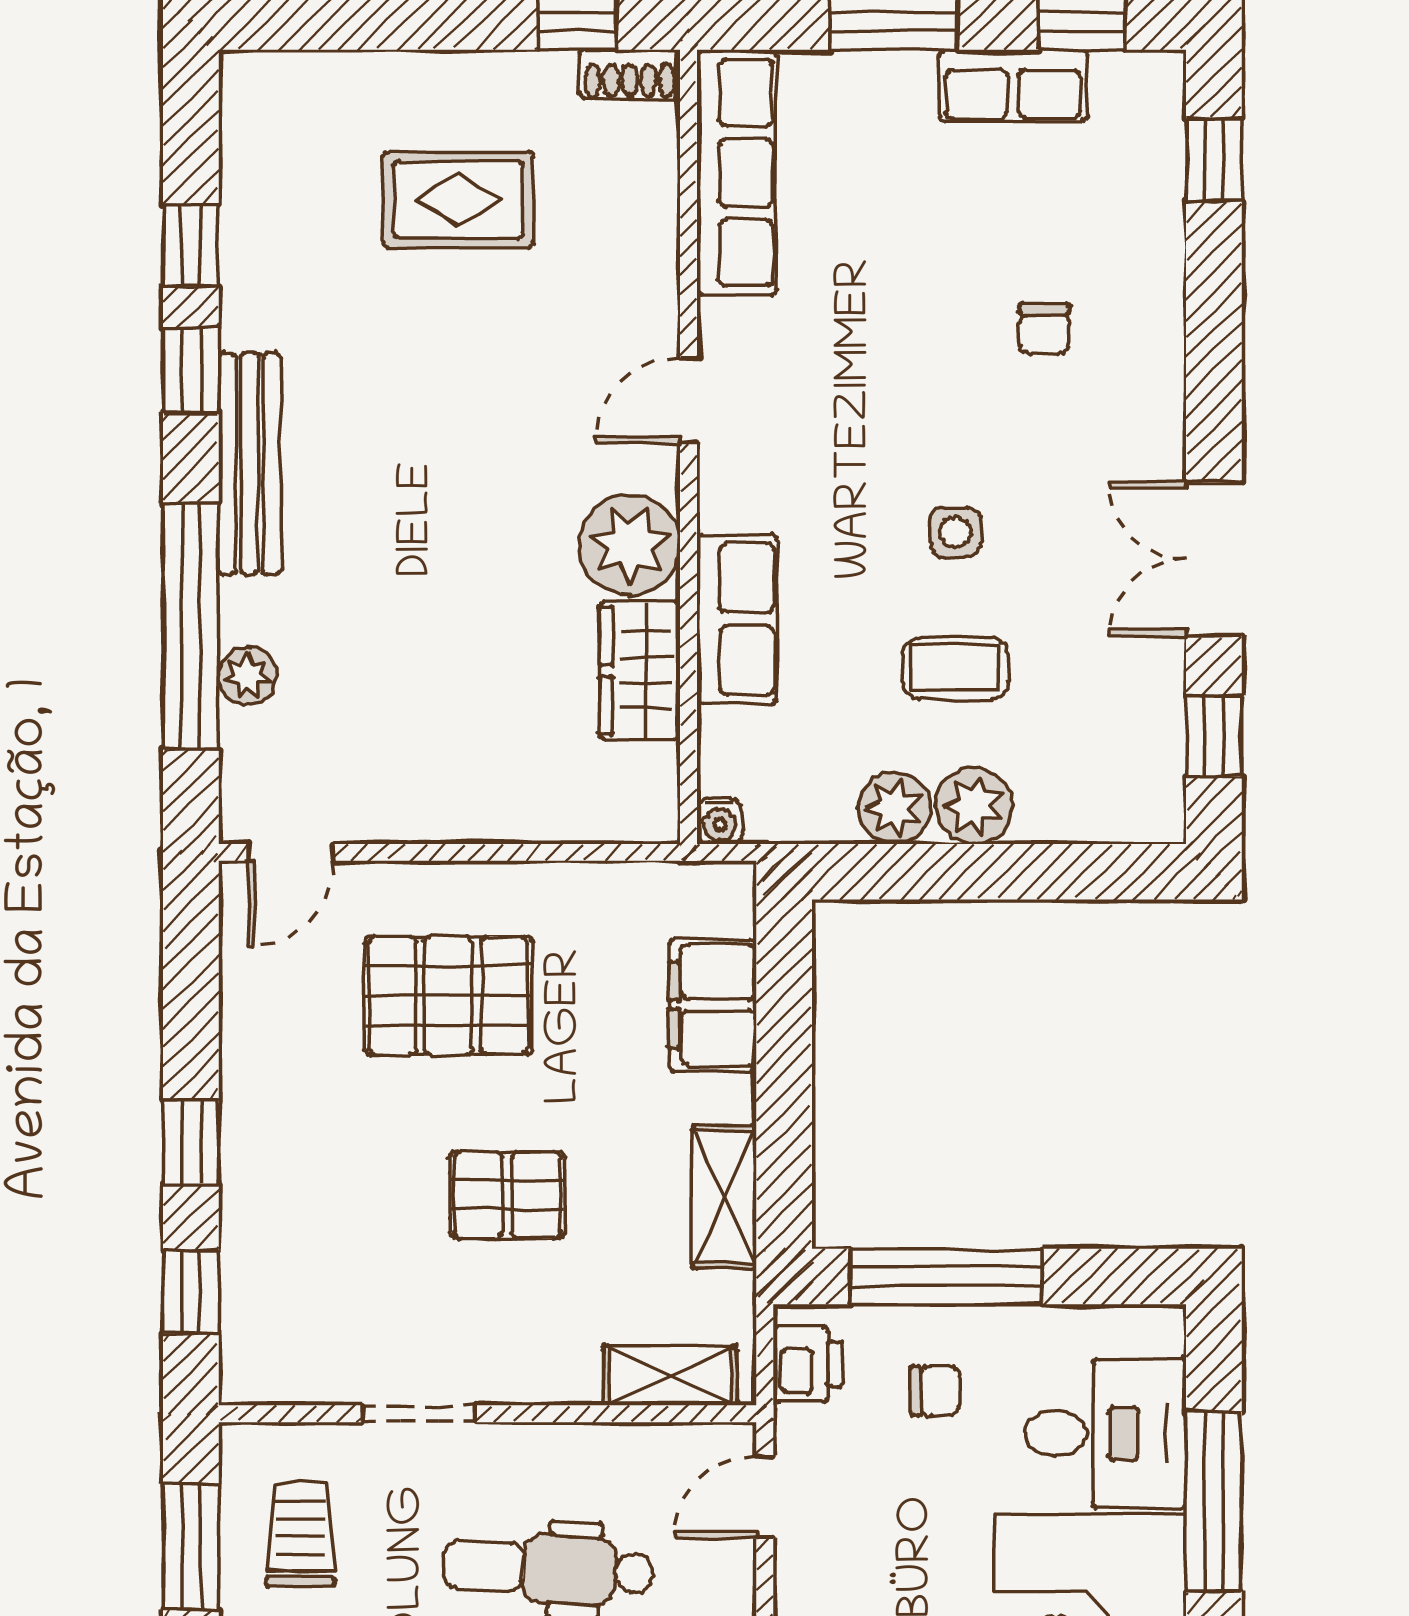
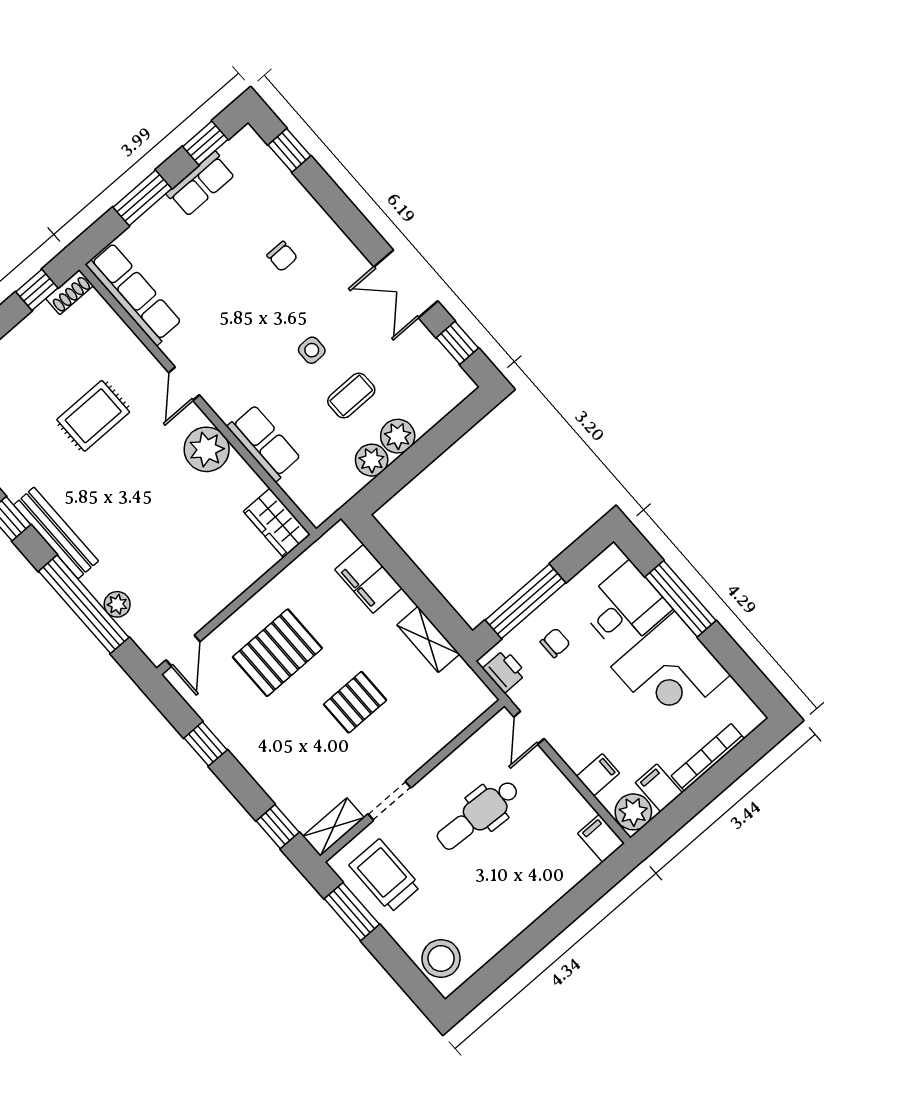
rug: (458, 200) -> (93, 416), moved
wardrobe: (640, 670) -> (277, 523), moved
water cooler: (720, 821) -> (317, 515), removed
window: (191, 1142) -> (206, 744), moved
shelving: (670, 1375) -> (334, 827), moved
trolley: (300, 1534) -> (385, 876), width x1.36, depth x1.39

